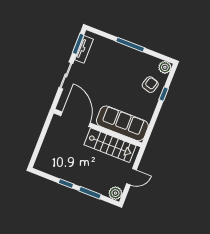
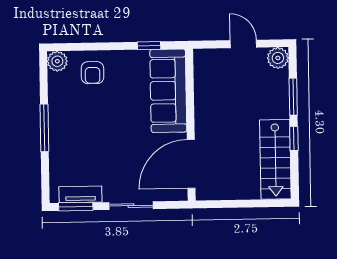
armchair: (150, 85) -> (92, 73), turned -107
window: (164, 94) -> (149, 46), moved
stairs: (110, 145) -> (275, 159), moved, turned 180

